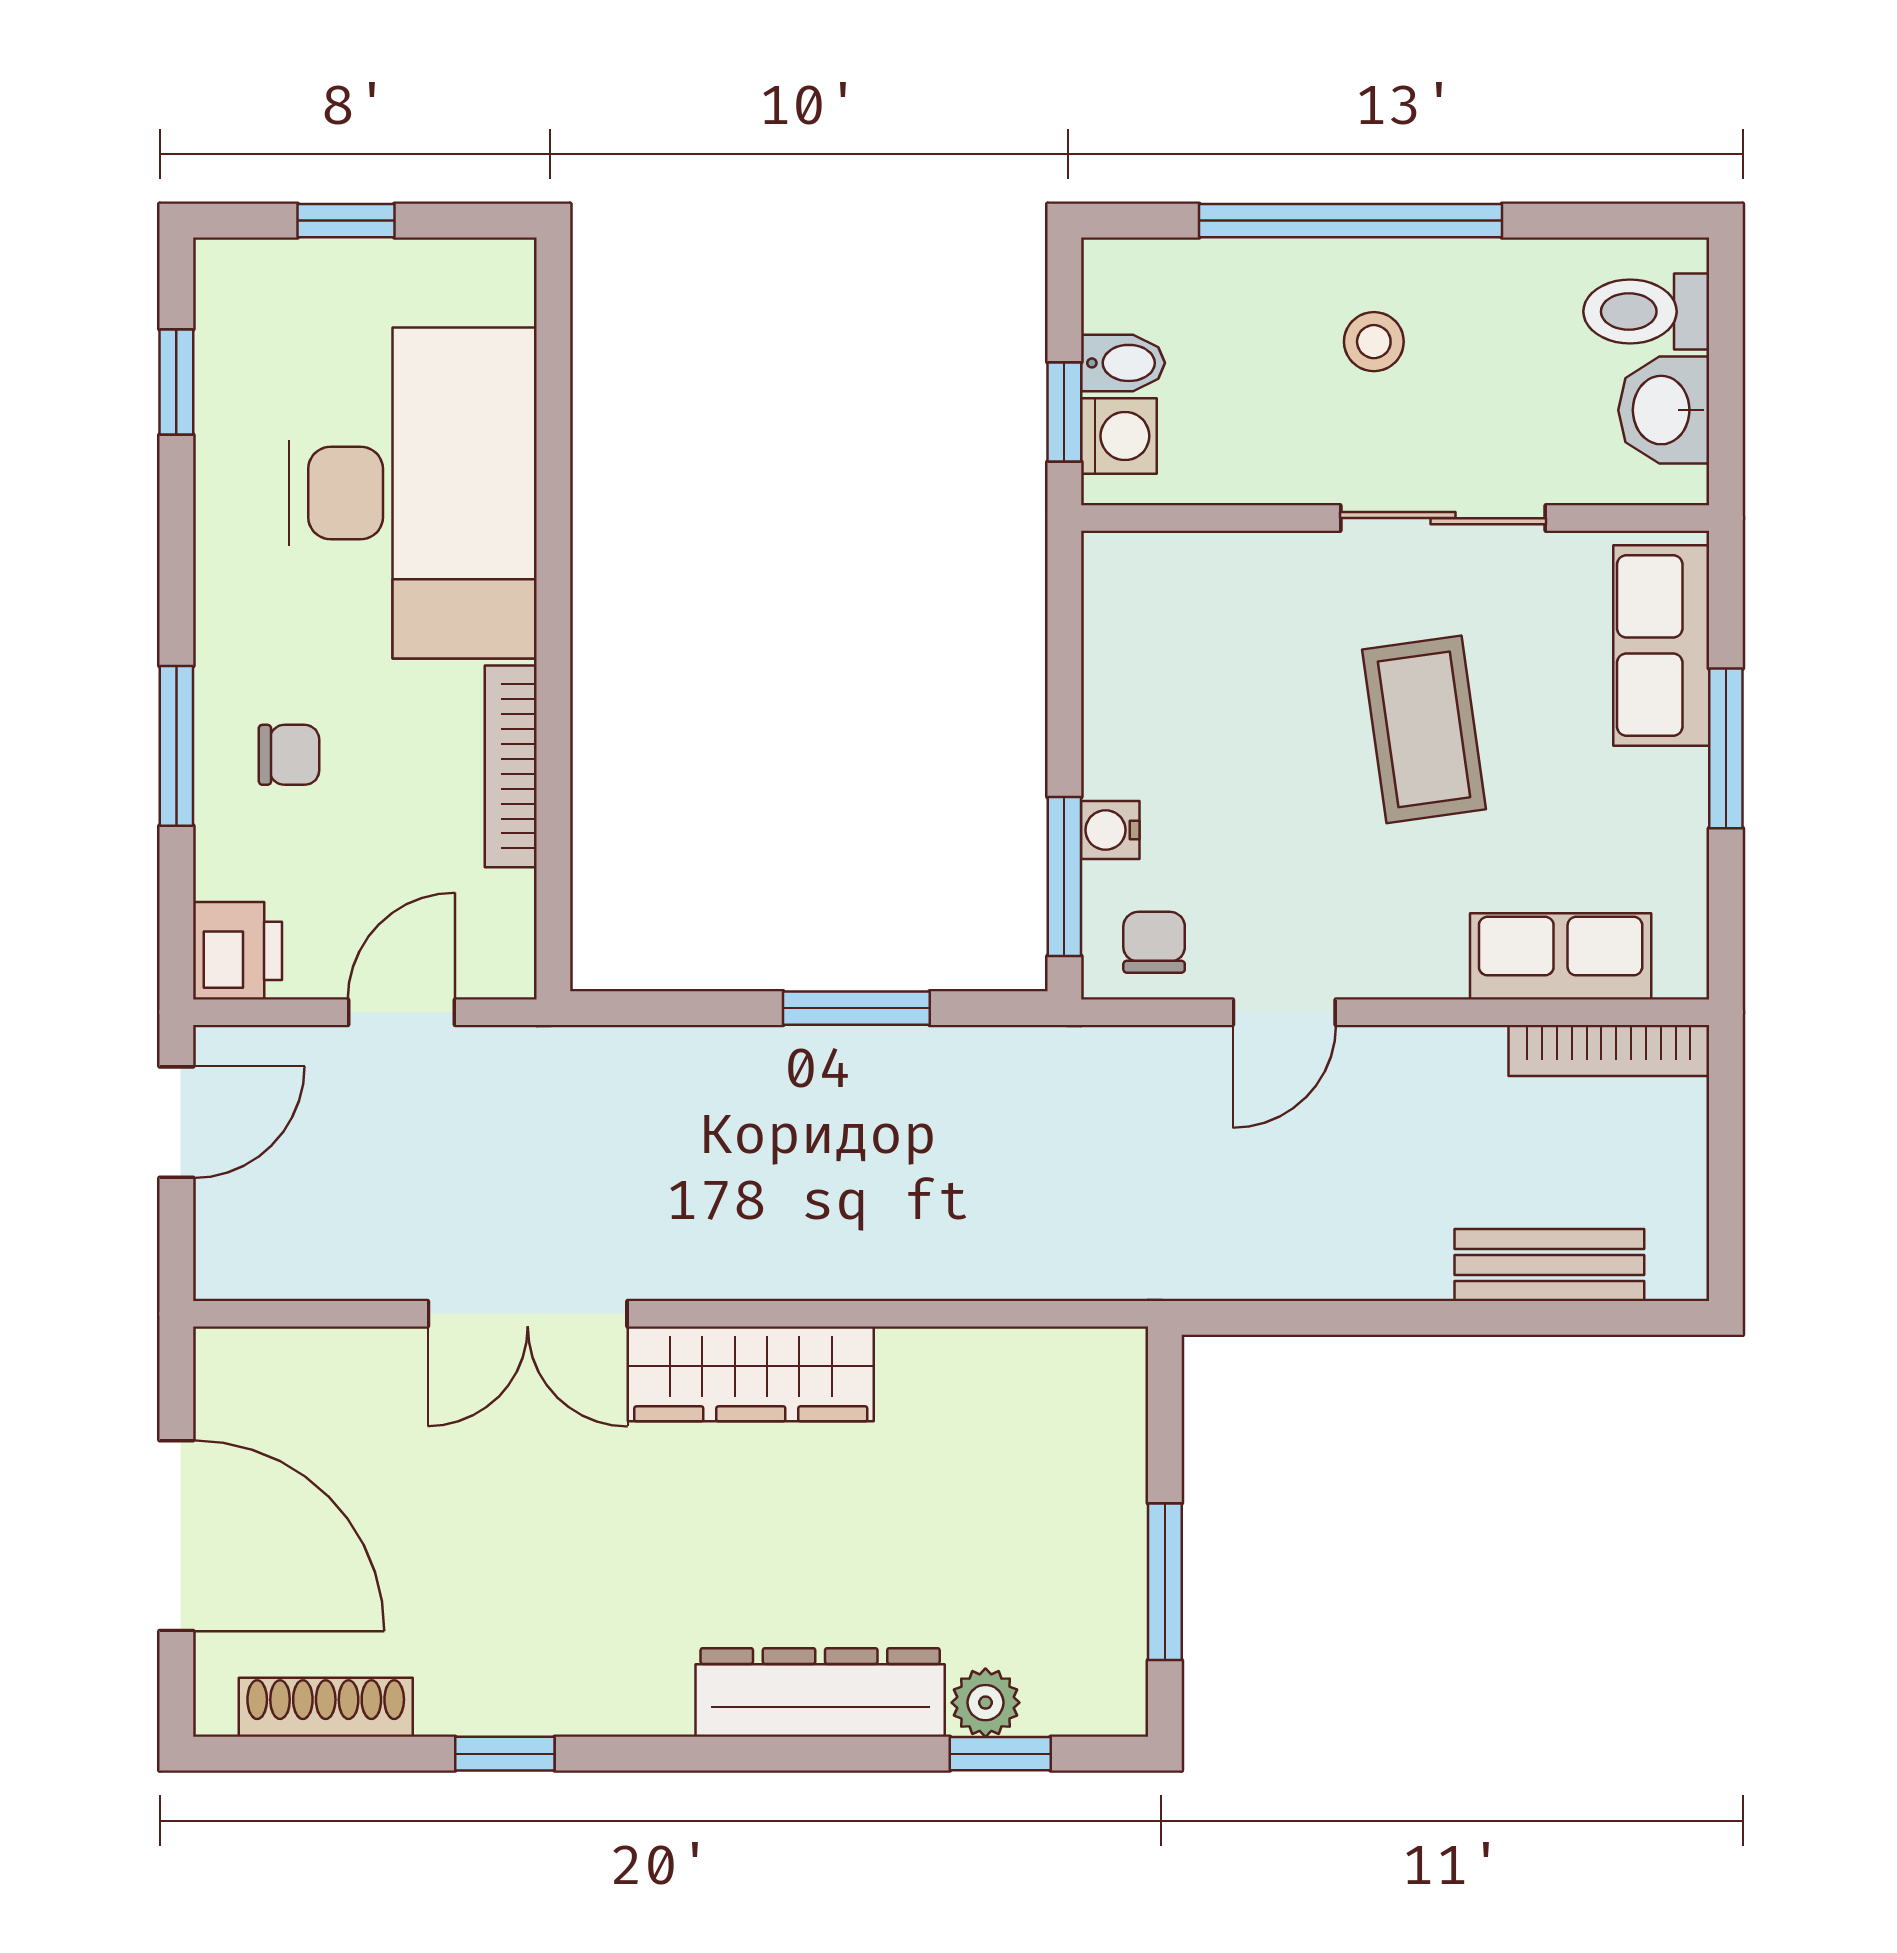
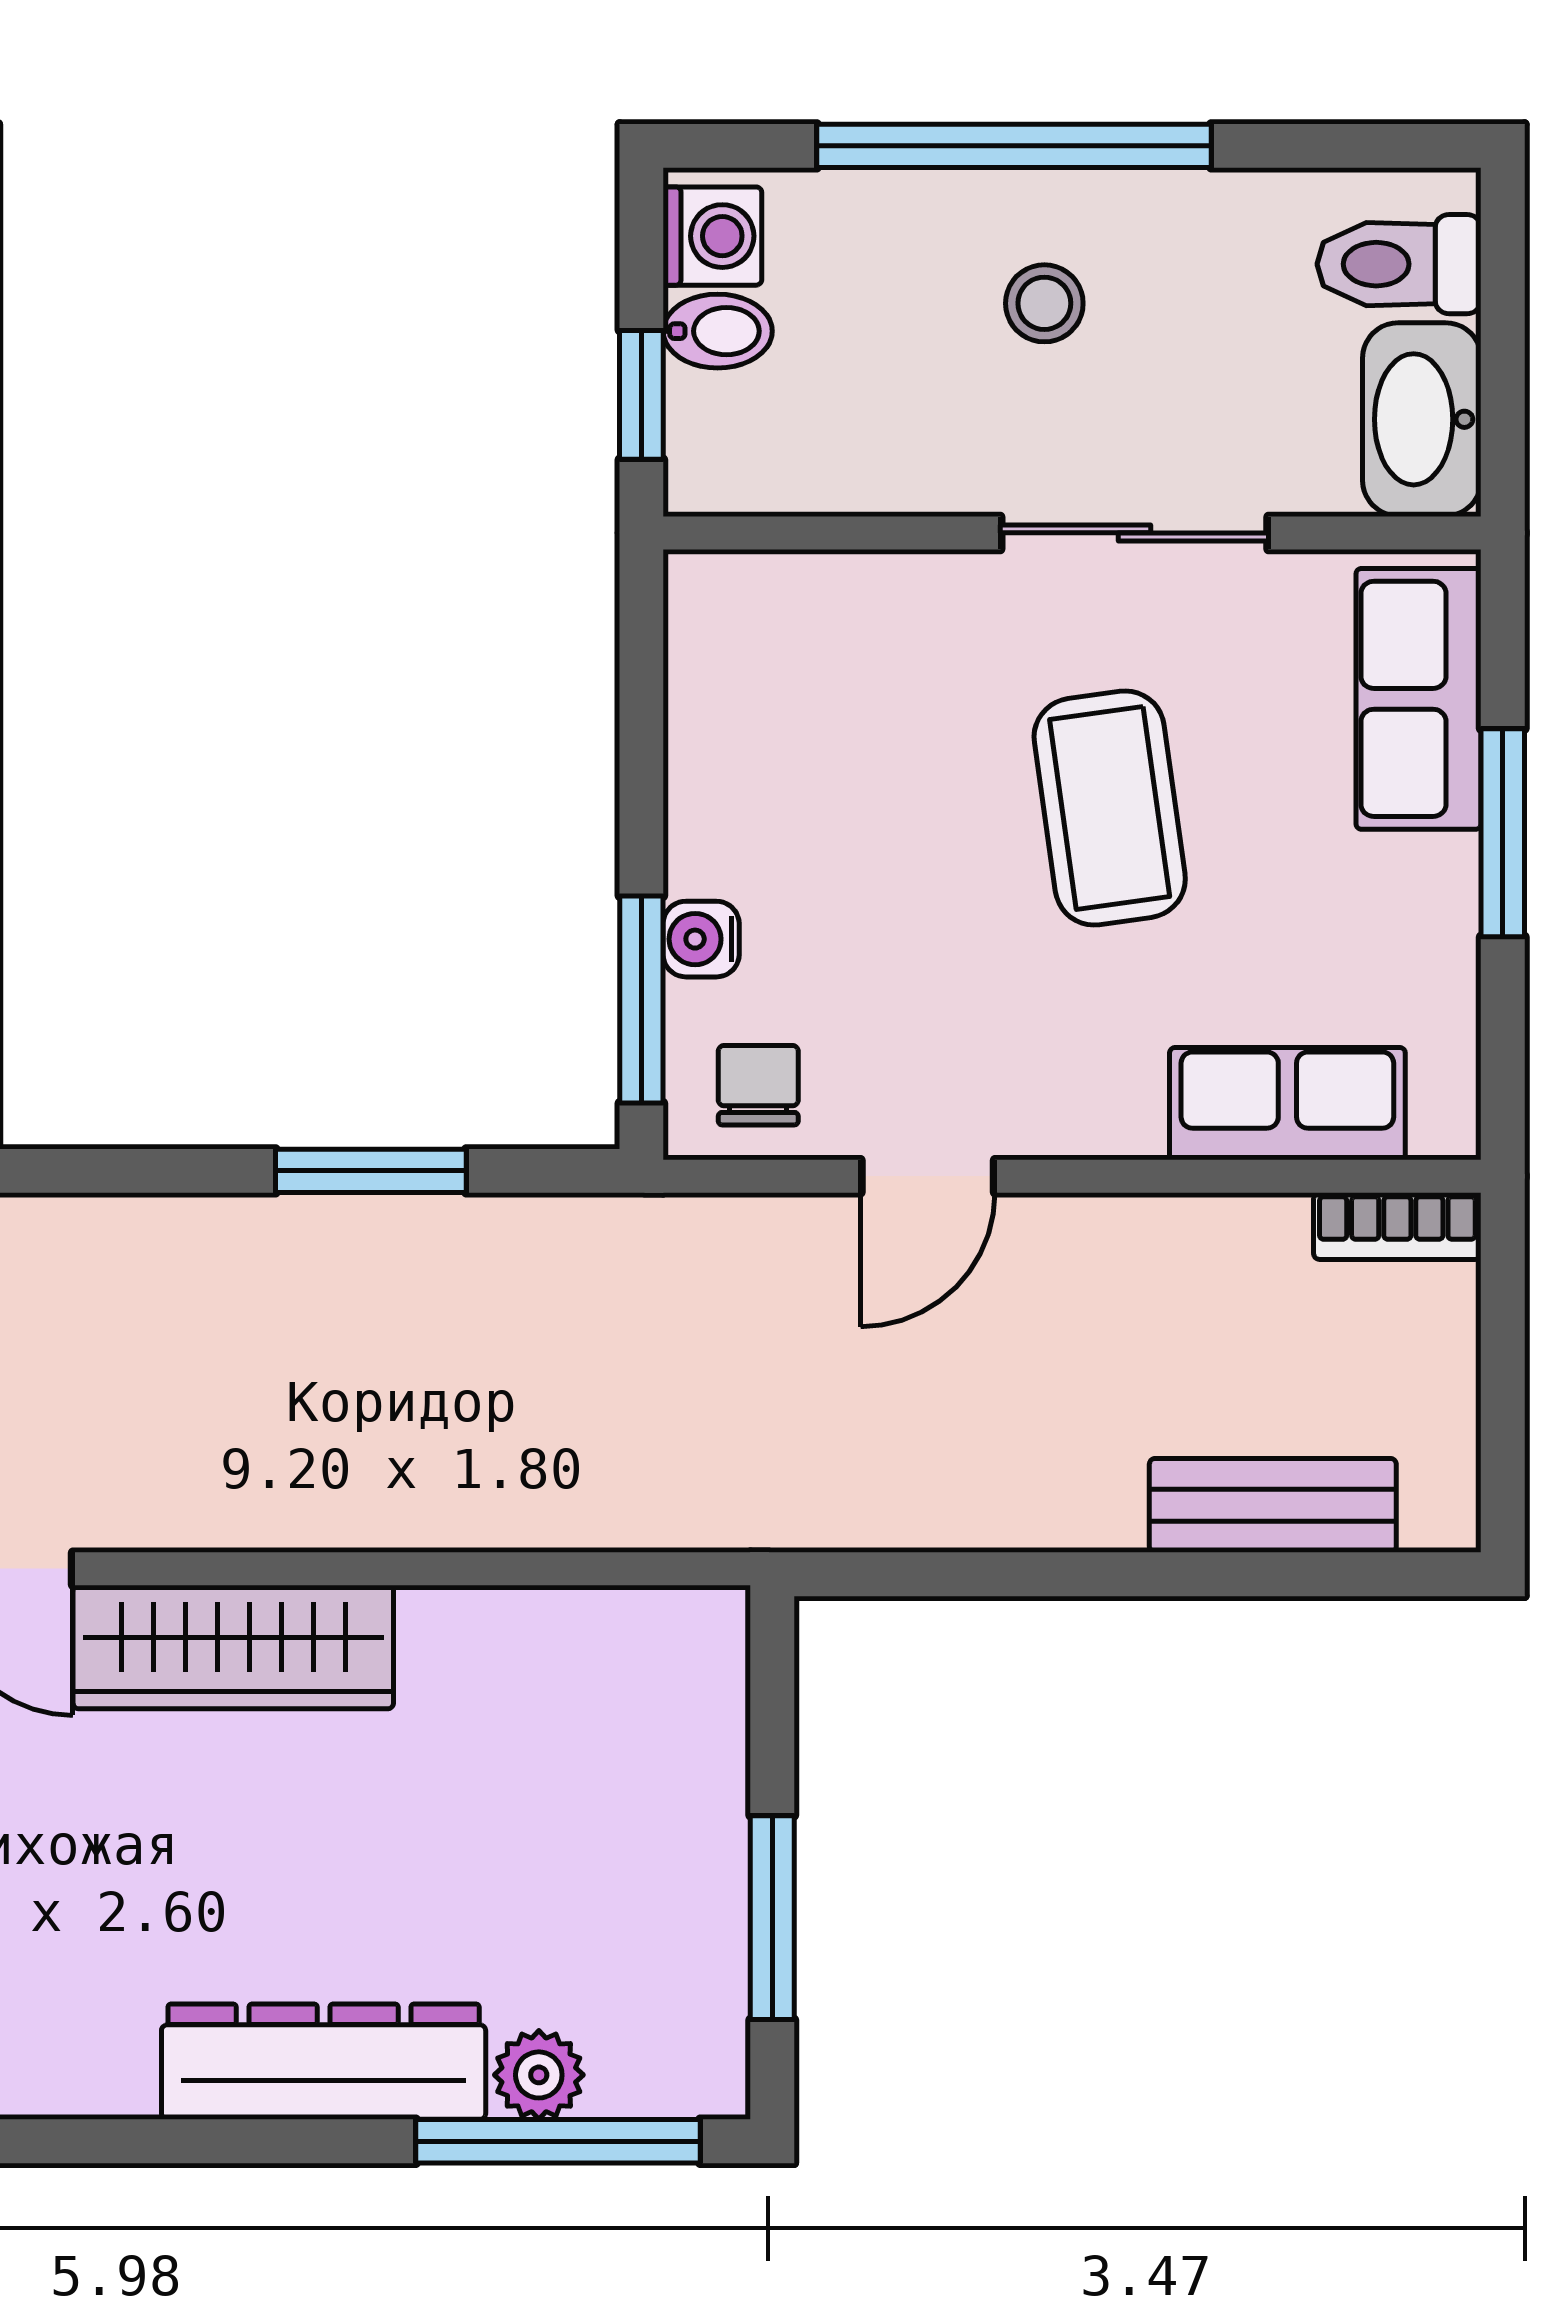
washbasin: (1664, 410) -> (1422, 419), width x1.38
washing machine: (1119, 436) -> (712, 236), moved
bookcase: (1609, 1050) -> (1397, 1226), width x0.64
window: (1000, 1754) -> (558, 2141), width x2.17

